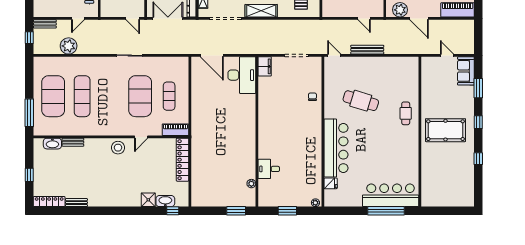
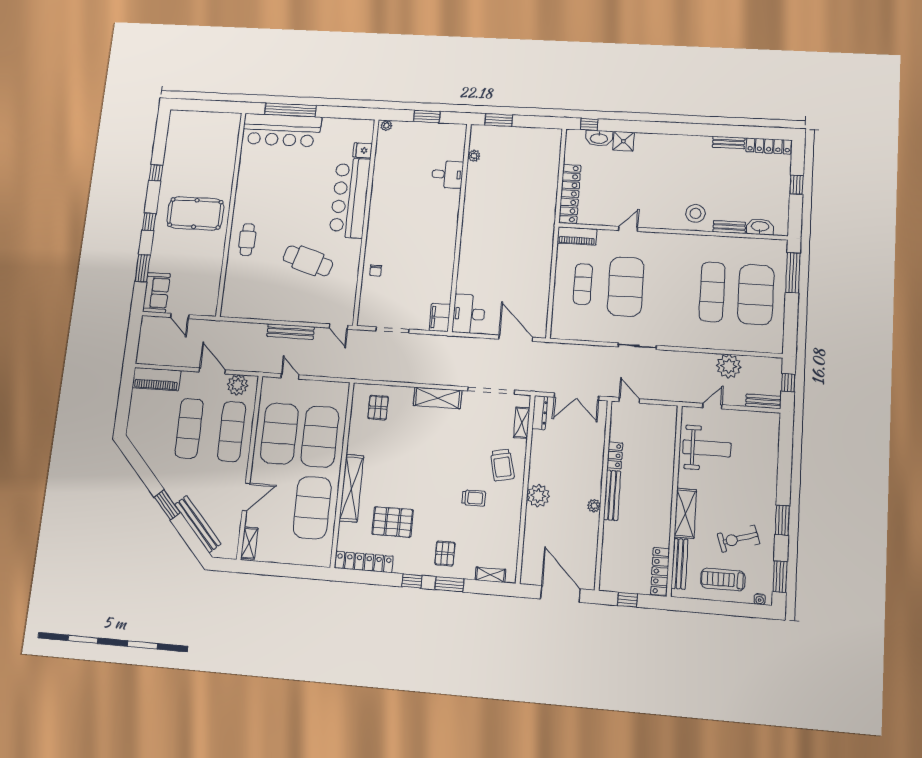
desk: (242, 75) -> (469, 314), width x0.73, depth x0.77
stool: (118, 148) -> (695, 213), moved

